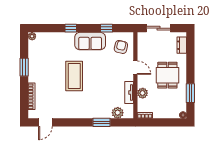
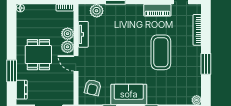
coffee table: (74, 76) -> (161, 52), moved
plant: (143, 82) -> (67, 47), added
window: (190, 93) -> (12, 71), moved
piano: (66, 113) -> (157, 10), added

